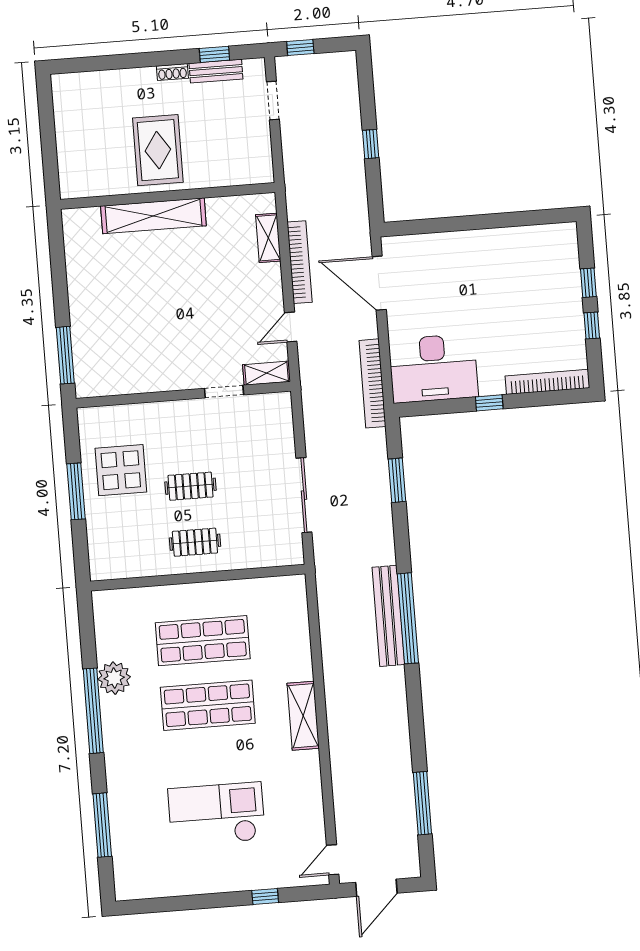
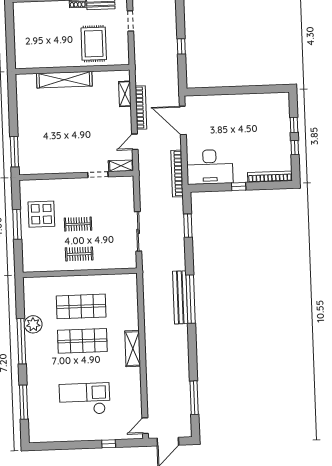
rug: (158, 150) -> (94, 44), moved

